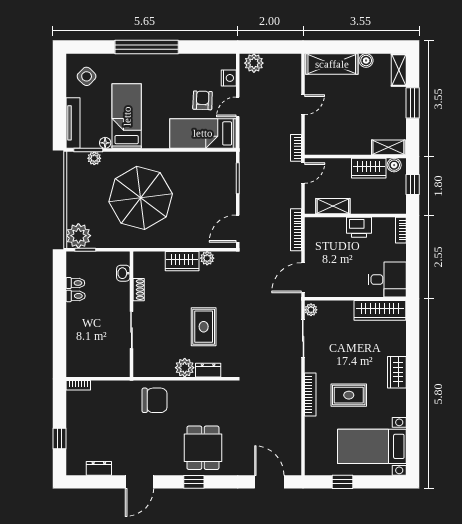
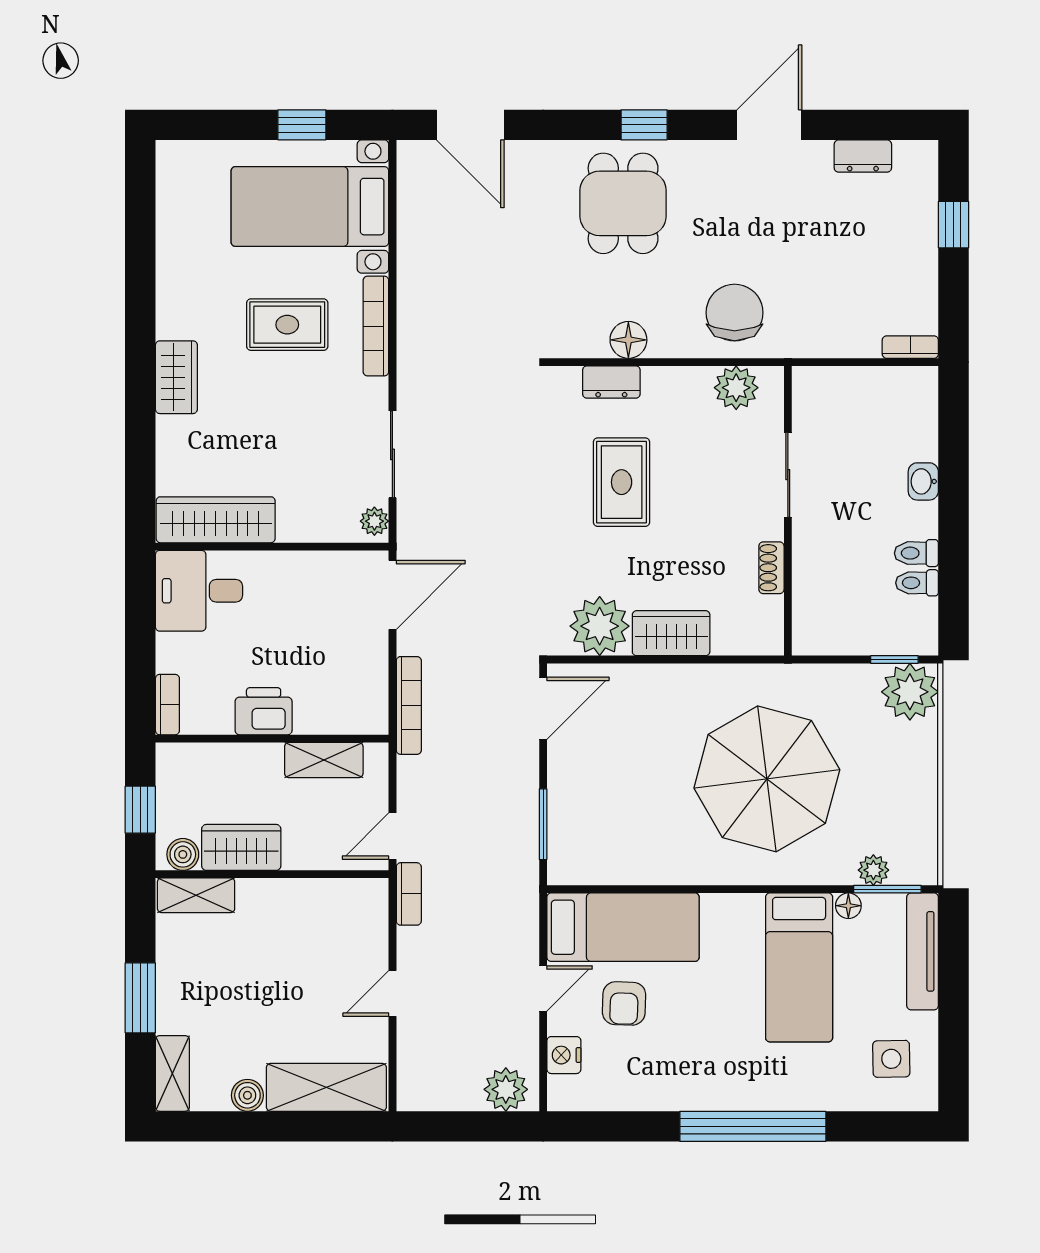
side table: (87, 76) -> (891, 1059), turned 45
plant: (207, 258) -> (600, 626), width x1.87, depth x1.87
washbasin: (123, 273) -> (923, 481), moved, turned 180
plant: (185, 368) -> (736, 388), moved
floor lamp: (201, 388) -> (628, 340), added
chair: (155, 400) -> (735, 313), turned 90
bed with nightstands: (372, 446) -> (310, 207), moved, turned 180

